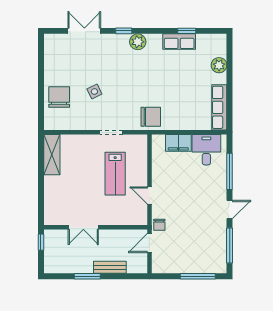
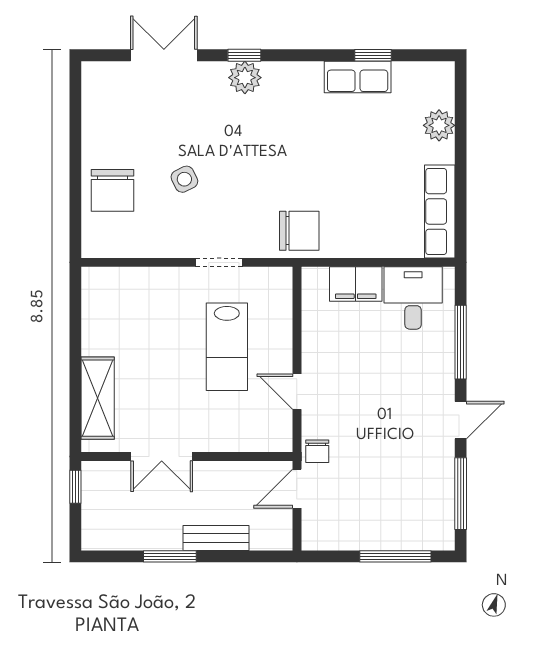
plant: (138, 42) -> (245, 78), moved
chair: (59, 97) -> (112, 190), turned 180
shelving: (52, 155) -> (98, 398), moved

